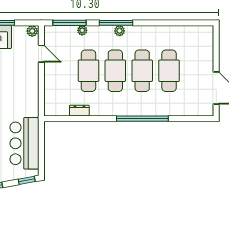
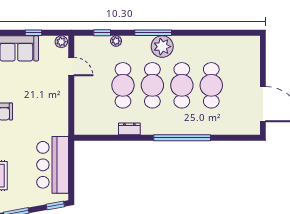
window: (70, 23) -> (102, 33), width x0.46
plant: (120, 31) -> (162, 47), width x1.88, depth x1.88
dresser: (79, 111) -> (129, 129), moved

